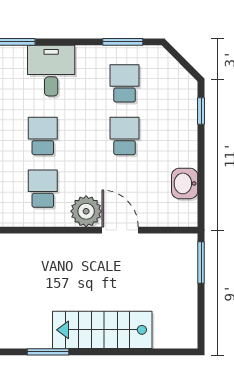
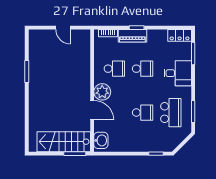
school desk: (125, 83) -> (171, 113), width x1.85
washbasin: (185, 183) -> (101, 140), moved, turned 90
door: (120, 230) -> (92, 110), hinge flipped
stairs: (102, 330) -> (64, 142), moved, turned -90

